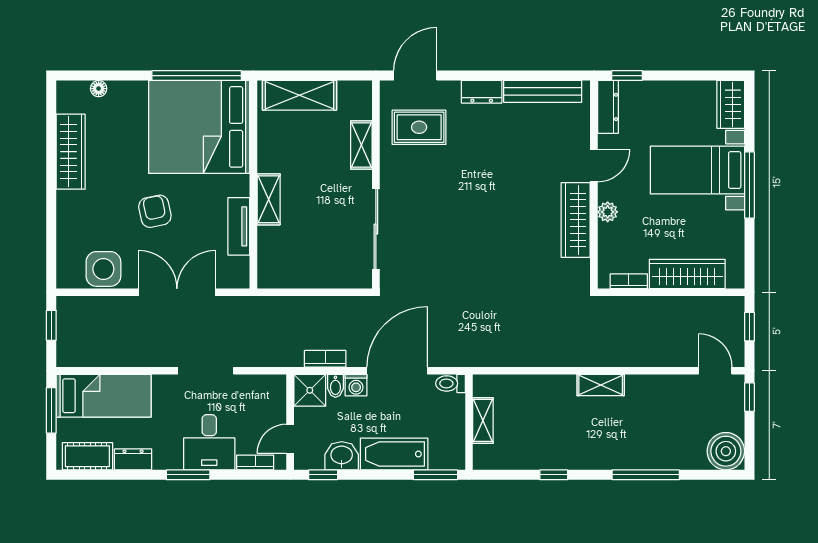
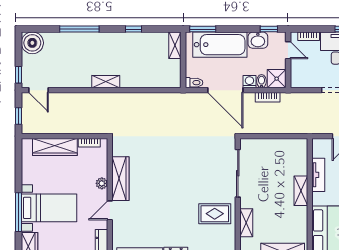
rug: (419, 127) -> (215, 214), moved
window: (749, 185) -> (18, 212), moved
door: (397, 371) -> (225, 90), hinge flipped
shelving: (483, 420) -> (175, 45), moved
door: (290, 439) -> (288, 50), hinge flipped
bathtub: (394, 454) -> (220, 45), width x1.36, depth x1.36

